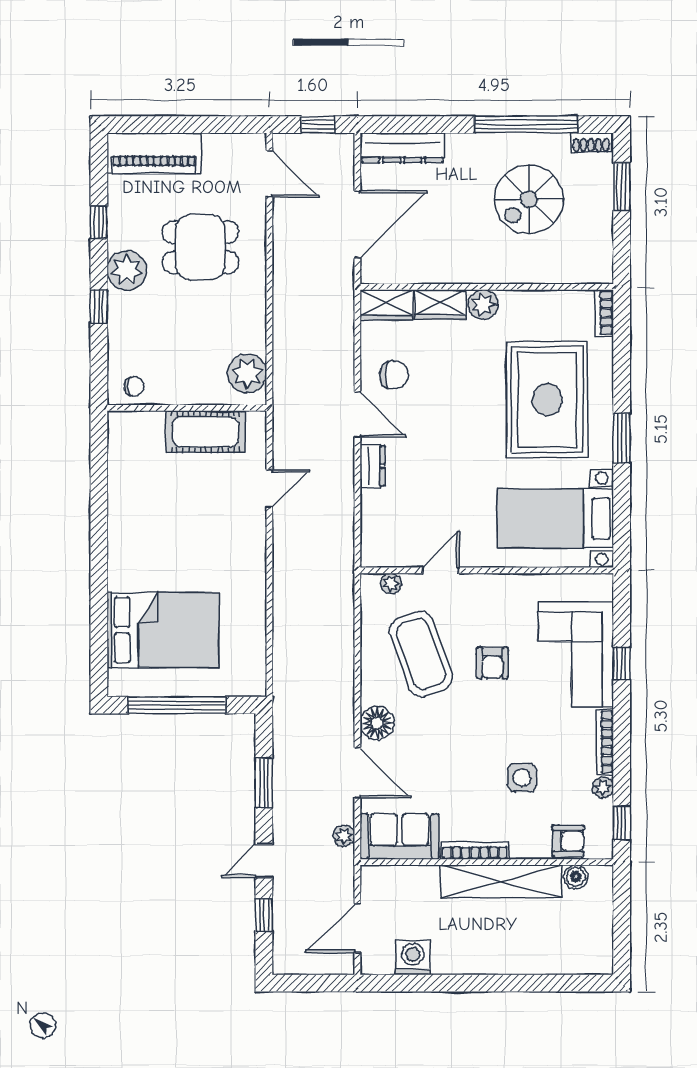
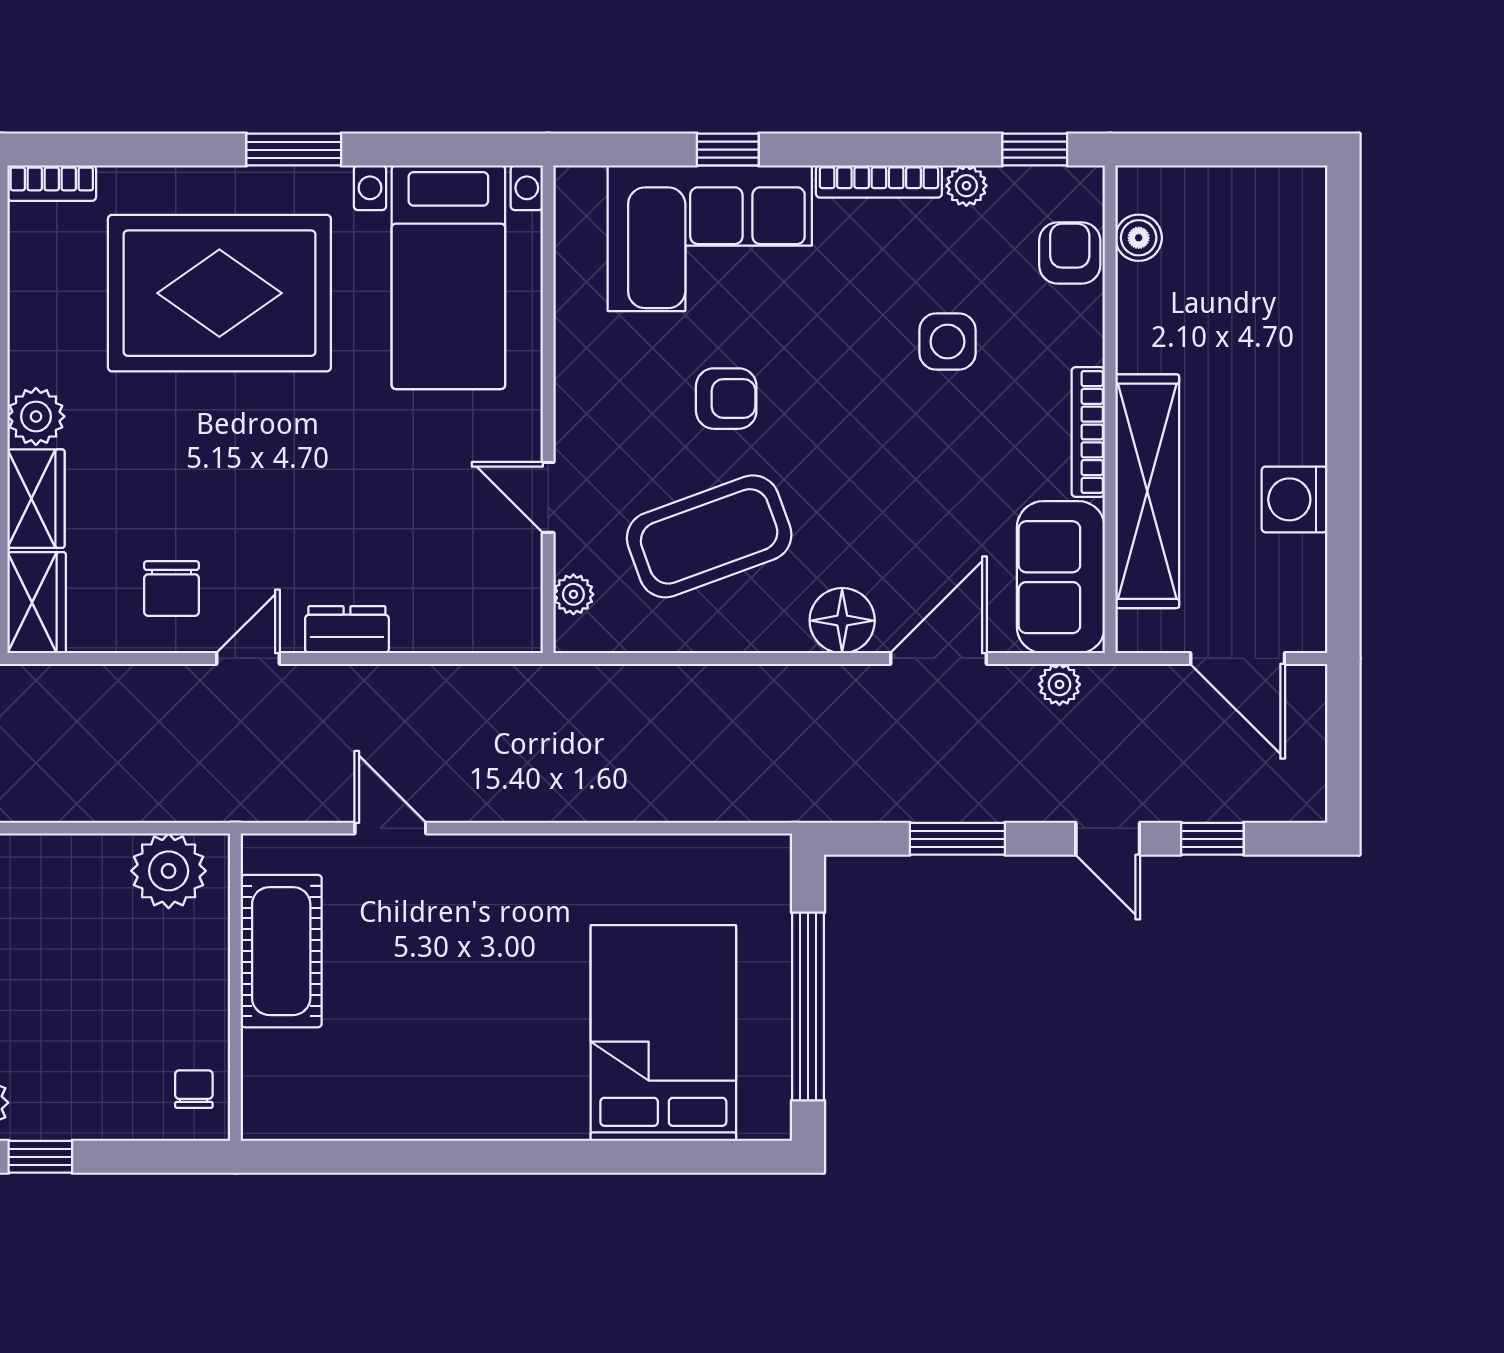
chair: (394, 375) -> (171, 588), turned 180
door: (357, 415) -> (248, 658), width x0.73
shelving: (501, 881) -> (1147, 491), moved
washing machine: (413, 958) -> (1295, 499), moved

